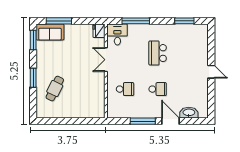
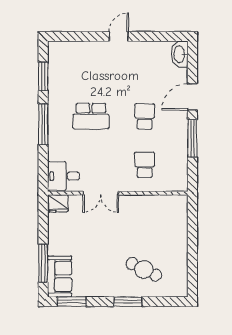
window: (136, 21) -> (43, 124), moved
washbasin: (189, 113) -> (180, 54), moved

